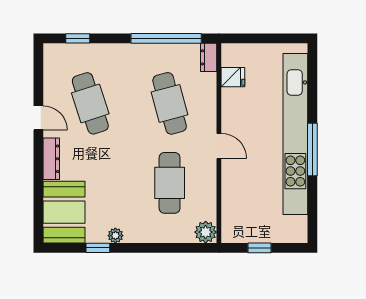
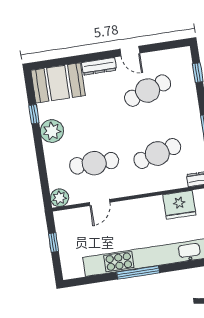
fridge: (233, 77) -> (179, 205), width x1.88, depth x1.34
door: (38, 118) -> (130, 51), hinge flipped
door: (219, 146) -> (100, 202), moved
plant: (115, 236) -> (52, 131), width x1.87, depth x1.87

